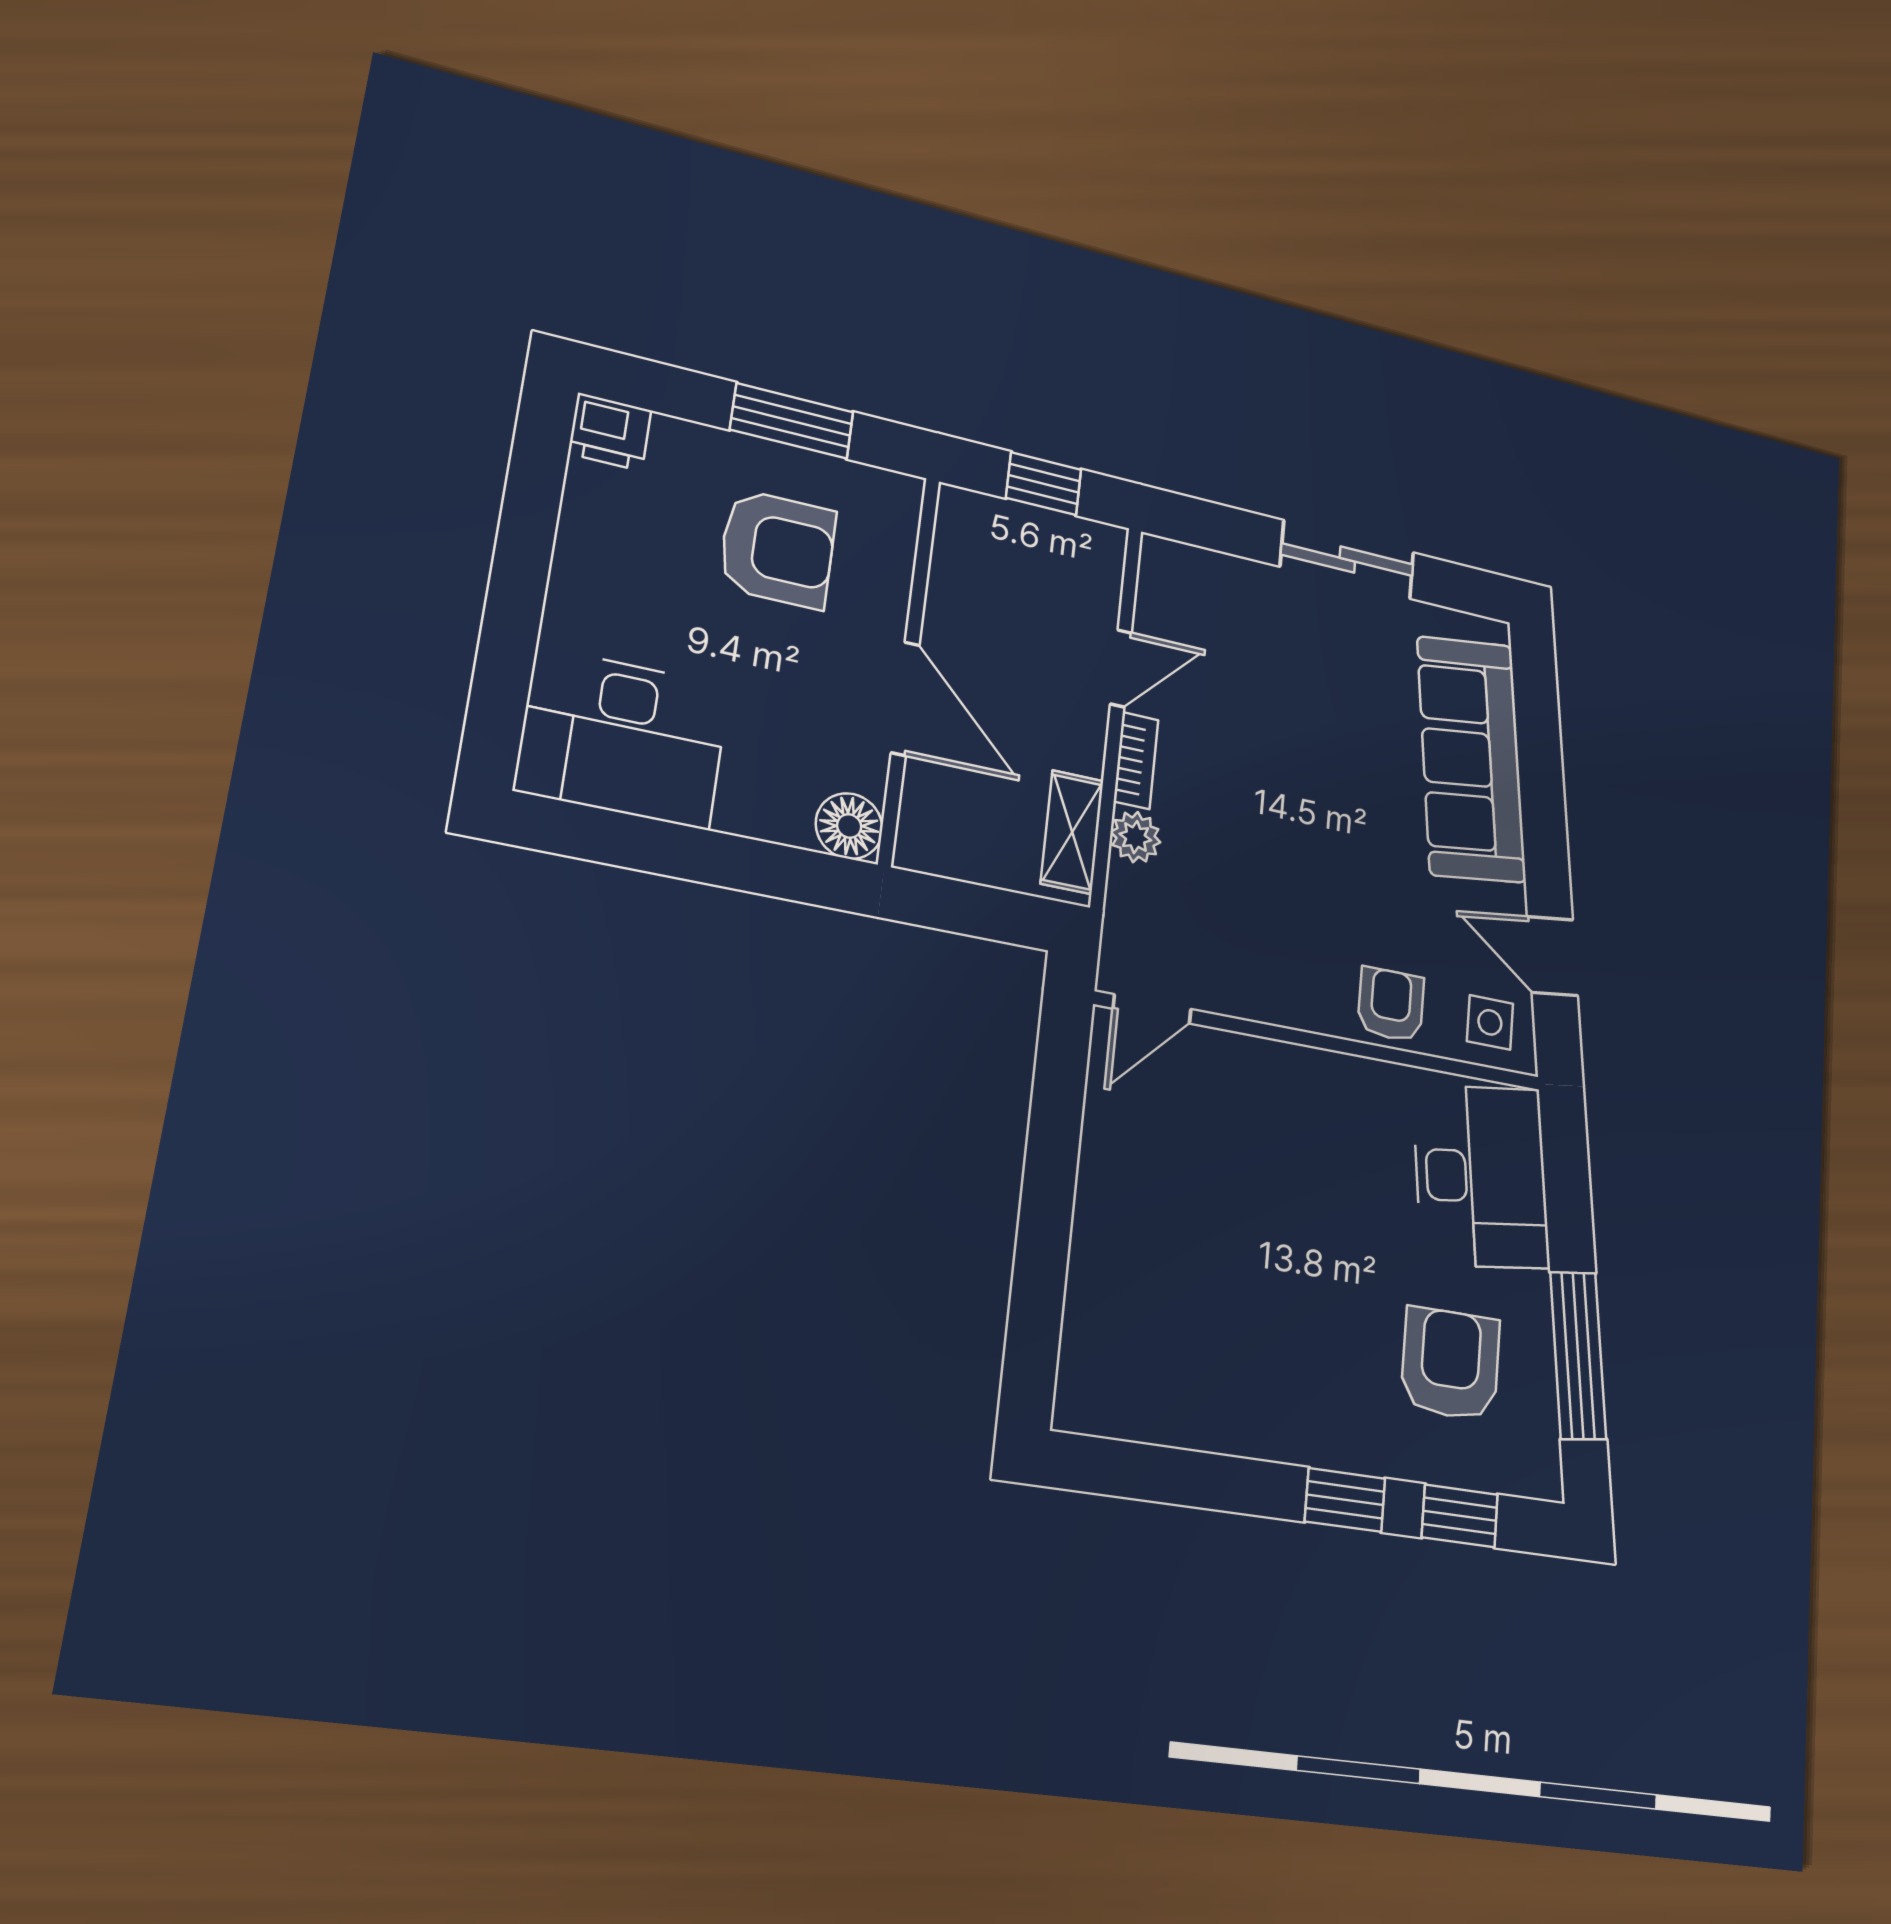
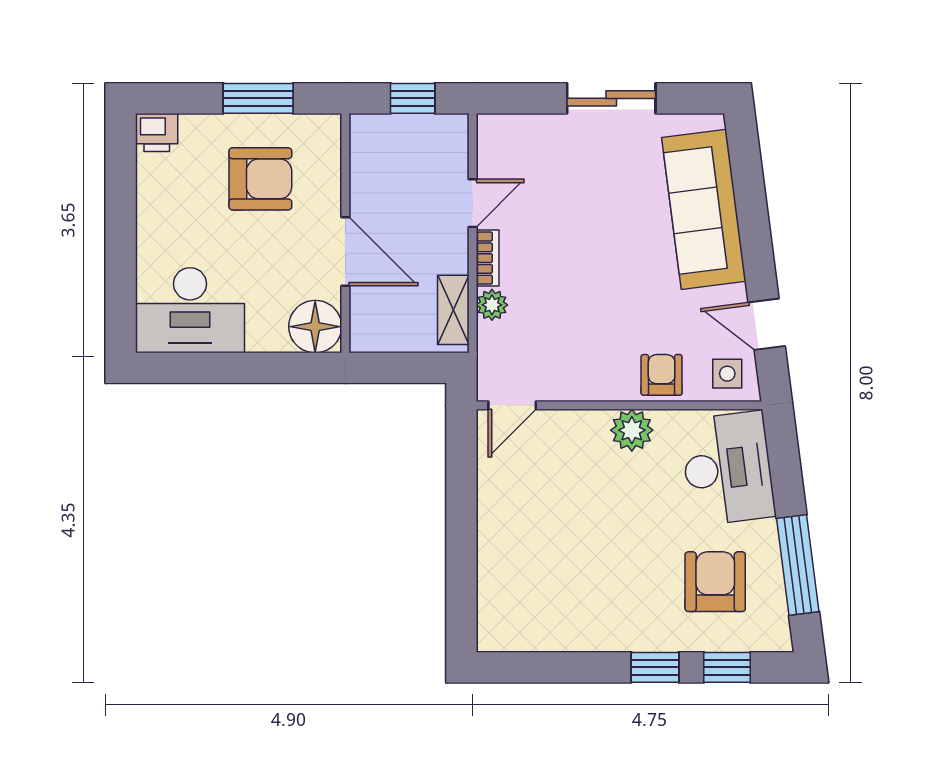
floor lamp: (849, 826) -> (315, 327), width x1.38, depth x1.38
plant: (1338, 1086) -> (632, 430), added

